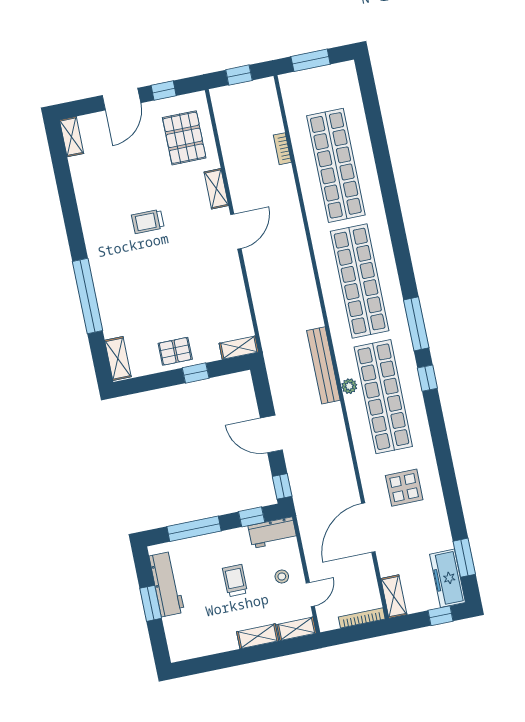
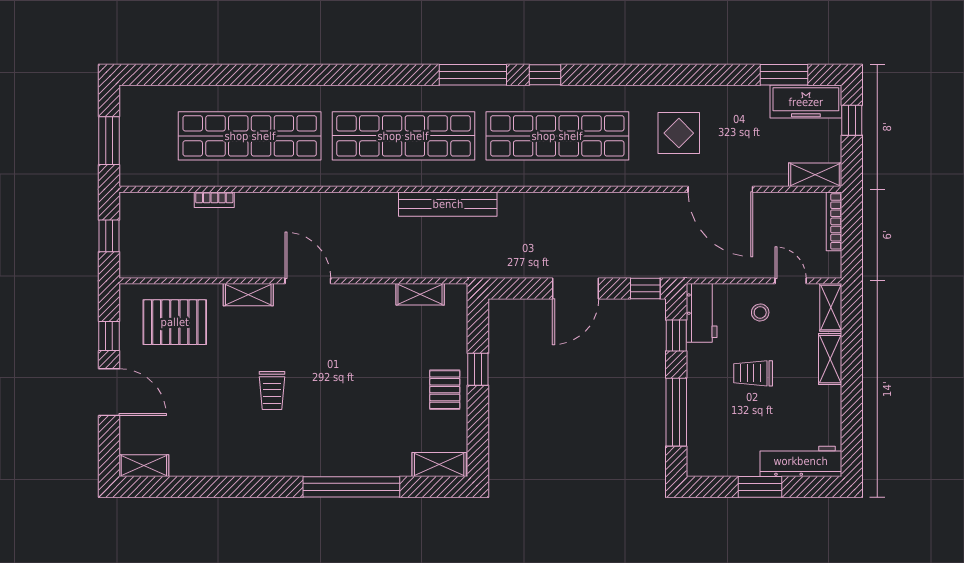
shelving: (239, 348) -> (420, 294), moved, turned 90
bench: (323, 365) -> (448, 204), moved
plant: (349, 386) -> (535, 177), removed
workbench: (167, 584) -> (801, 461), moved

